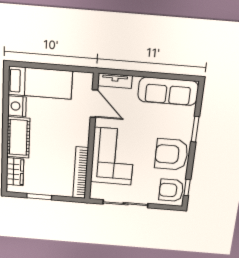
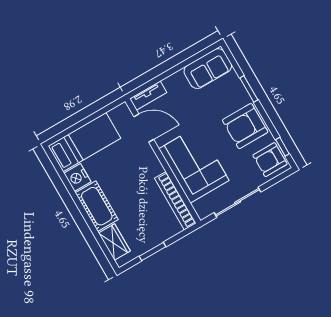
sofa: (168, 91) -> (208, 69), width x0.73

